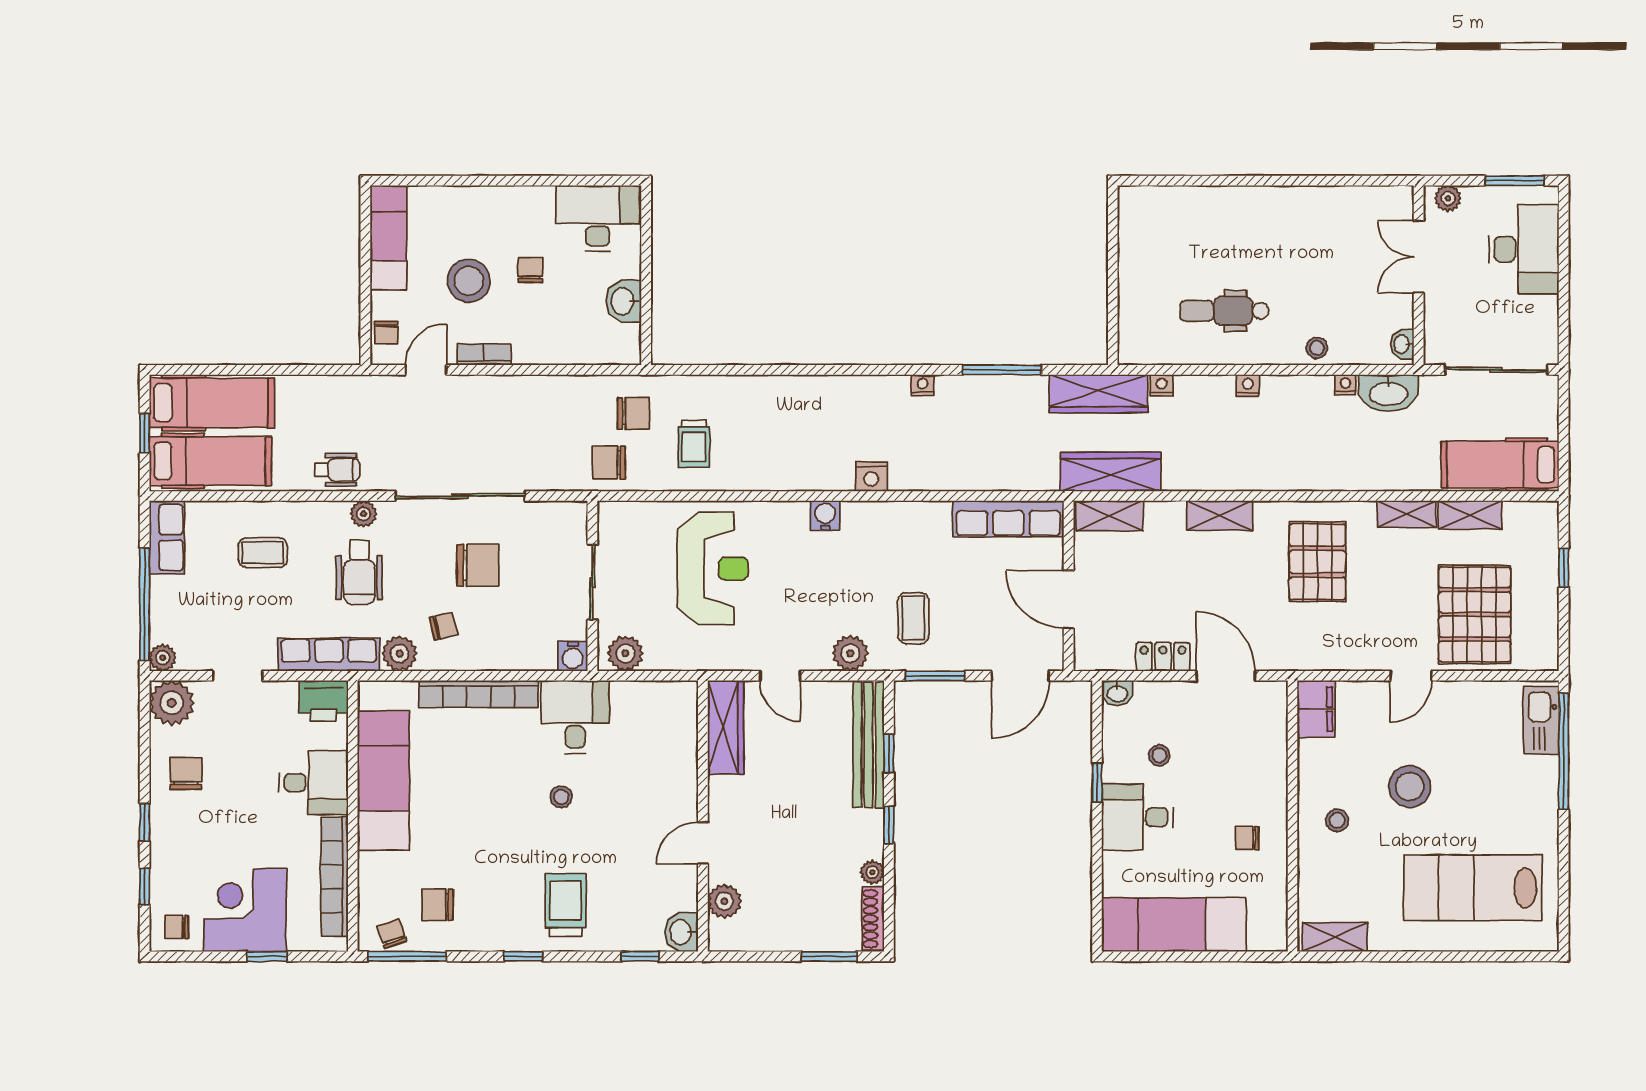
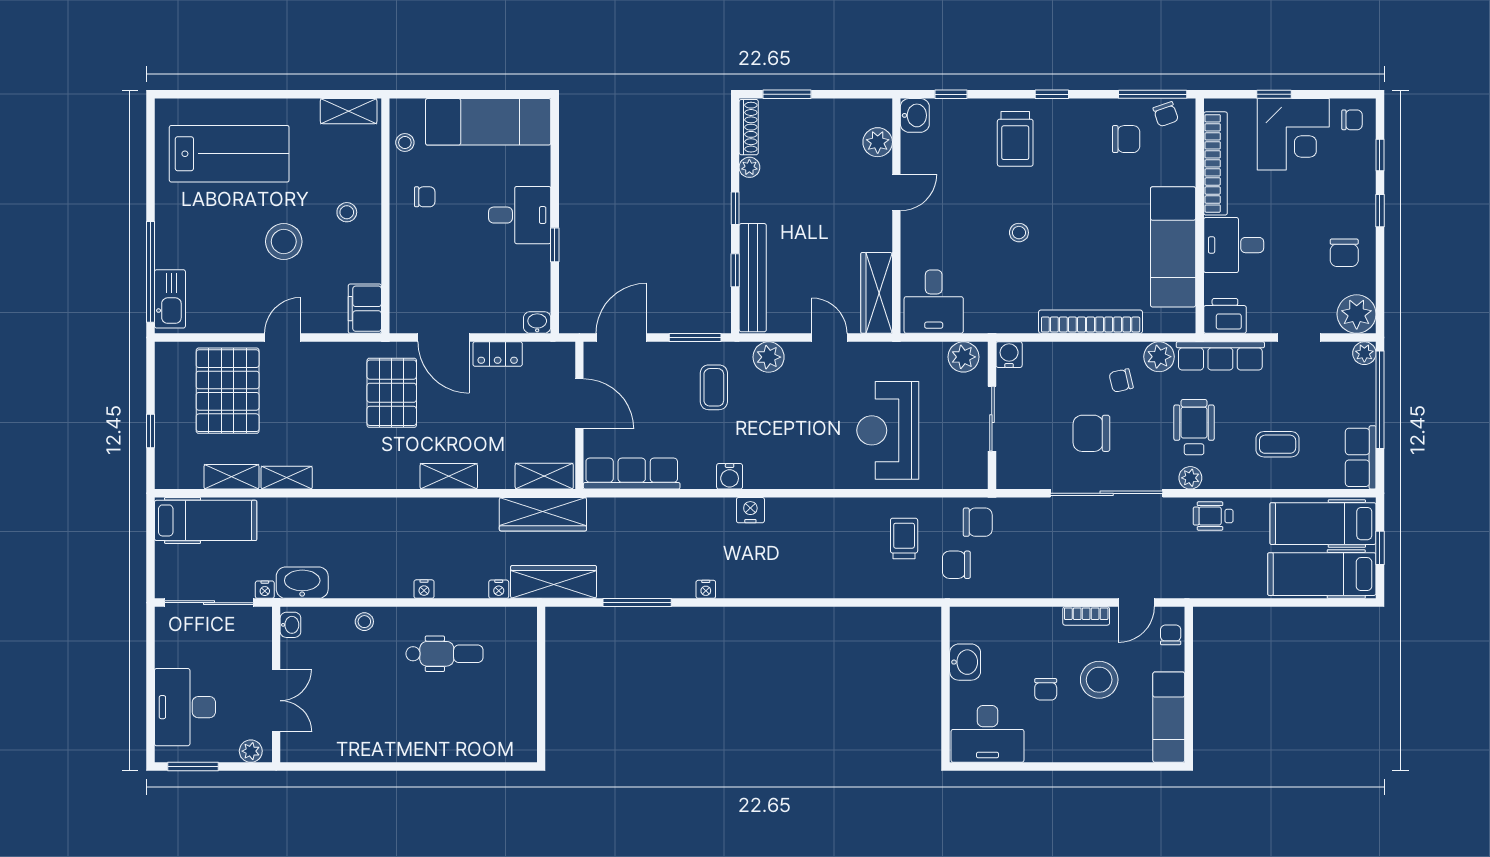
nightstand: (1345, 385) -> (265, 590), moved
water cooler: (825, 516) -> (730, 476), moved
pallet: (1317, 562) -> (392, 393), moved
desk: (575, 717) -> (934, 302), moved
stool: (1159, 755) -> (405, 142), moved

